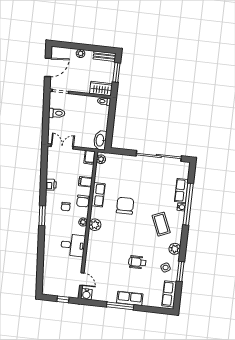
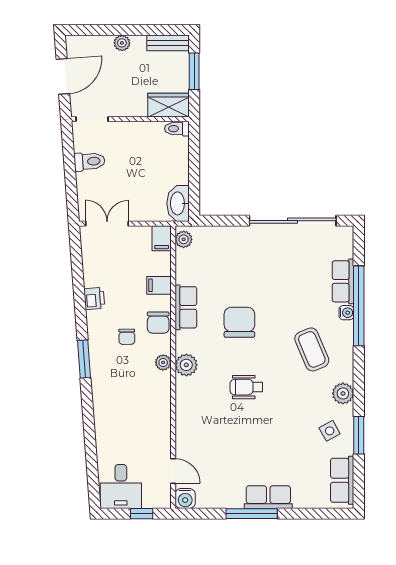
desk: (73, 245) -> (121, 486), moved, turned 90
wheelchair: (137, 262) -> (246, 387), moved

